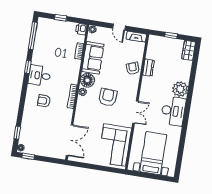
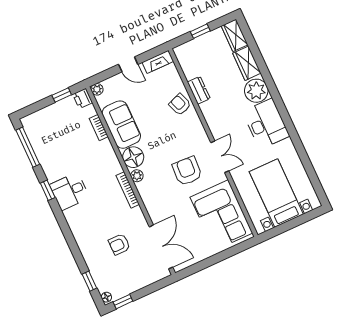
window: (61, 18) -> (62, 95), moved
wardrobe: (185, 70) -> (247, 63), added
armchair: (108, 97) -> (187, 171), moved
armchair: (44, 101) -> (119, 244), moved

